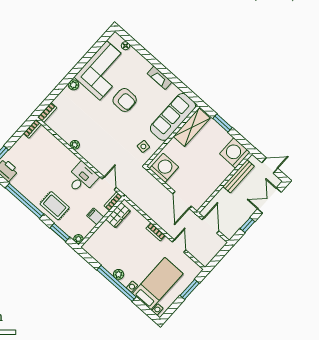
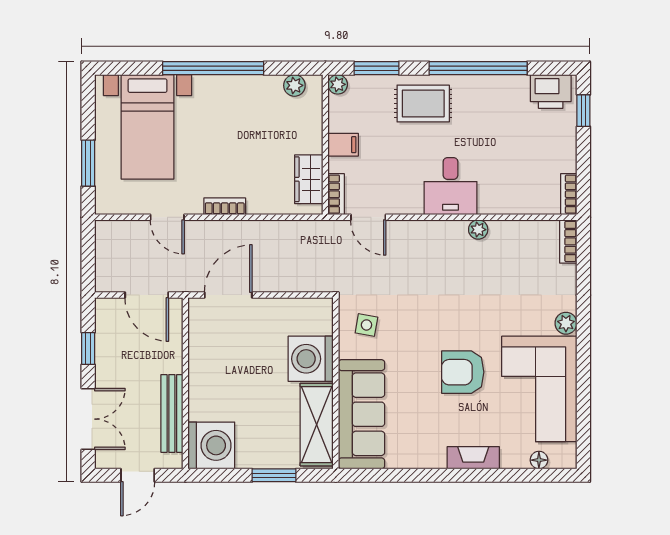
fireplace: (160, 78) -> (473, 458), moved
washing machine: (164, 168) -> (311, 359), moved, turned 90
desk: (82, 178) -> (450, 186), moved
door: (182, 200) -> (228, 295), hinge flipped
plant: (119, 274) -> (294, 85), moved

